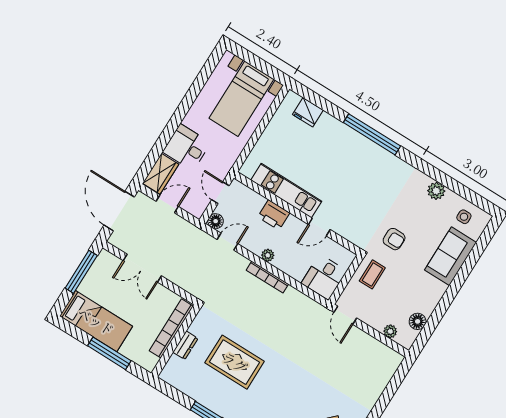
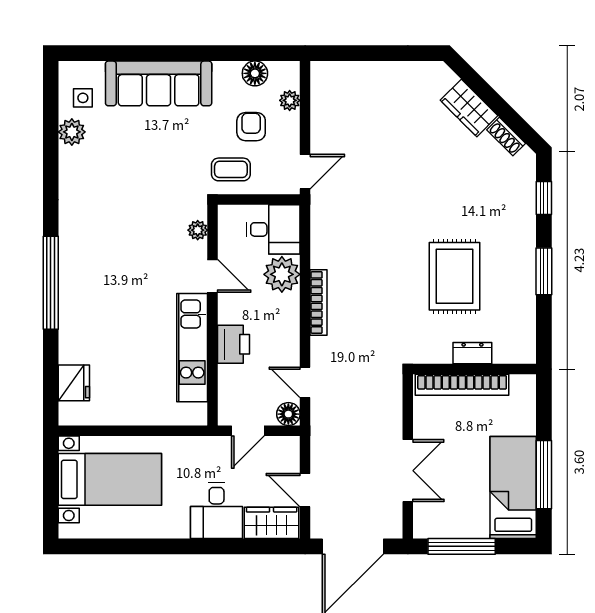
plant: (436, 191) -> (72, 132), moved
plant: (350, 235) -> (198, 230), added
armchair: (394, 239) -> (251, 127), moved
plant: (268, 255) -> (282, 274), moved, width x1.88, depth x1.88
sofa: (451, 256) -> (159, 83), width x1.36
window: (109, 353) -> (544, 475), moved

